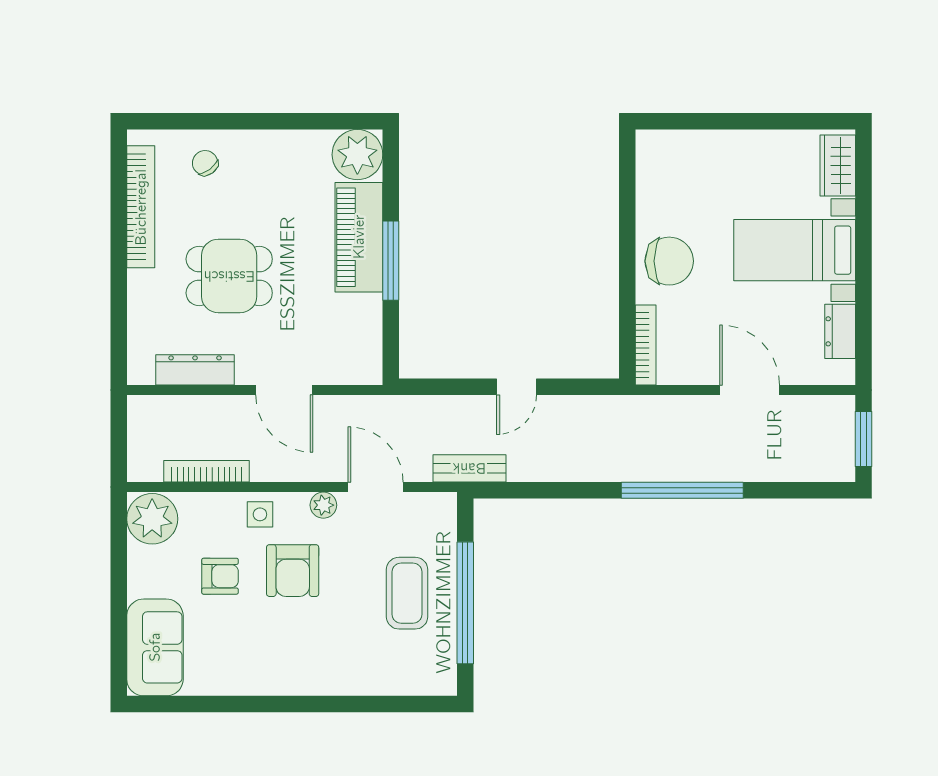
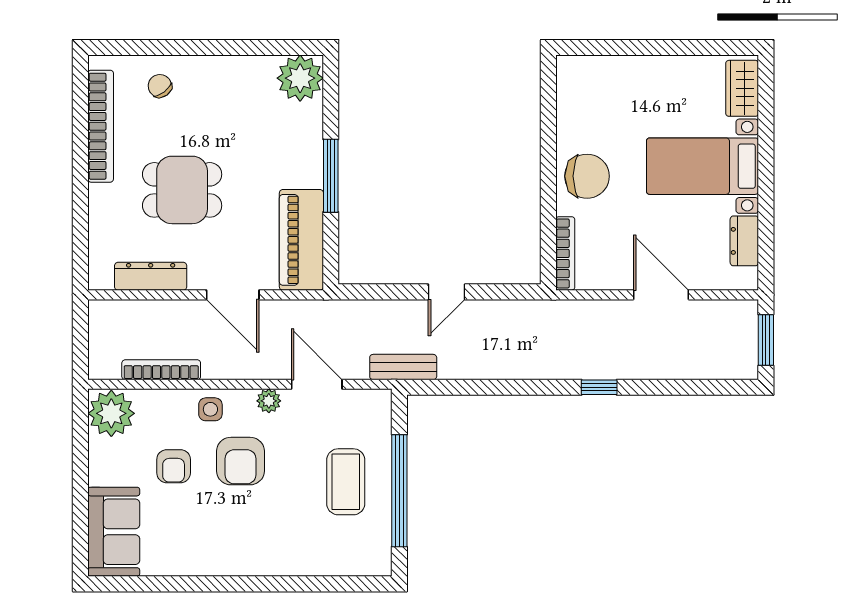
piano: (359, 237) -> (301, 240), moved
window: (682, 490) -> (599, 387), width x0.32
armchair: (220, 576) -> (174, 466), turned 90

